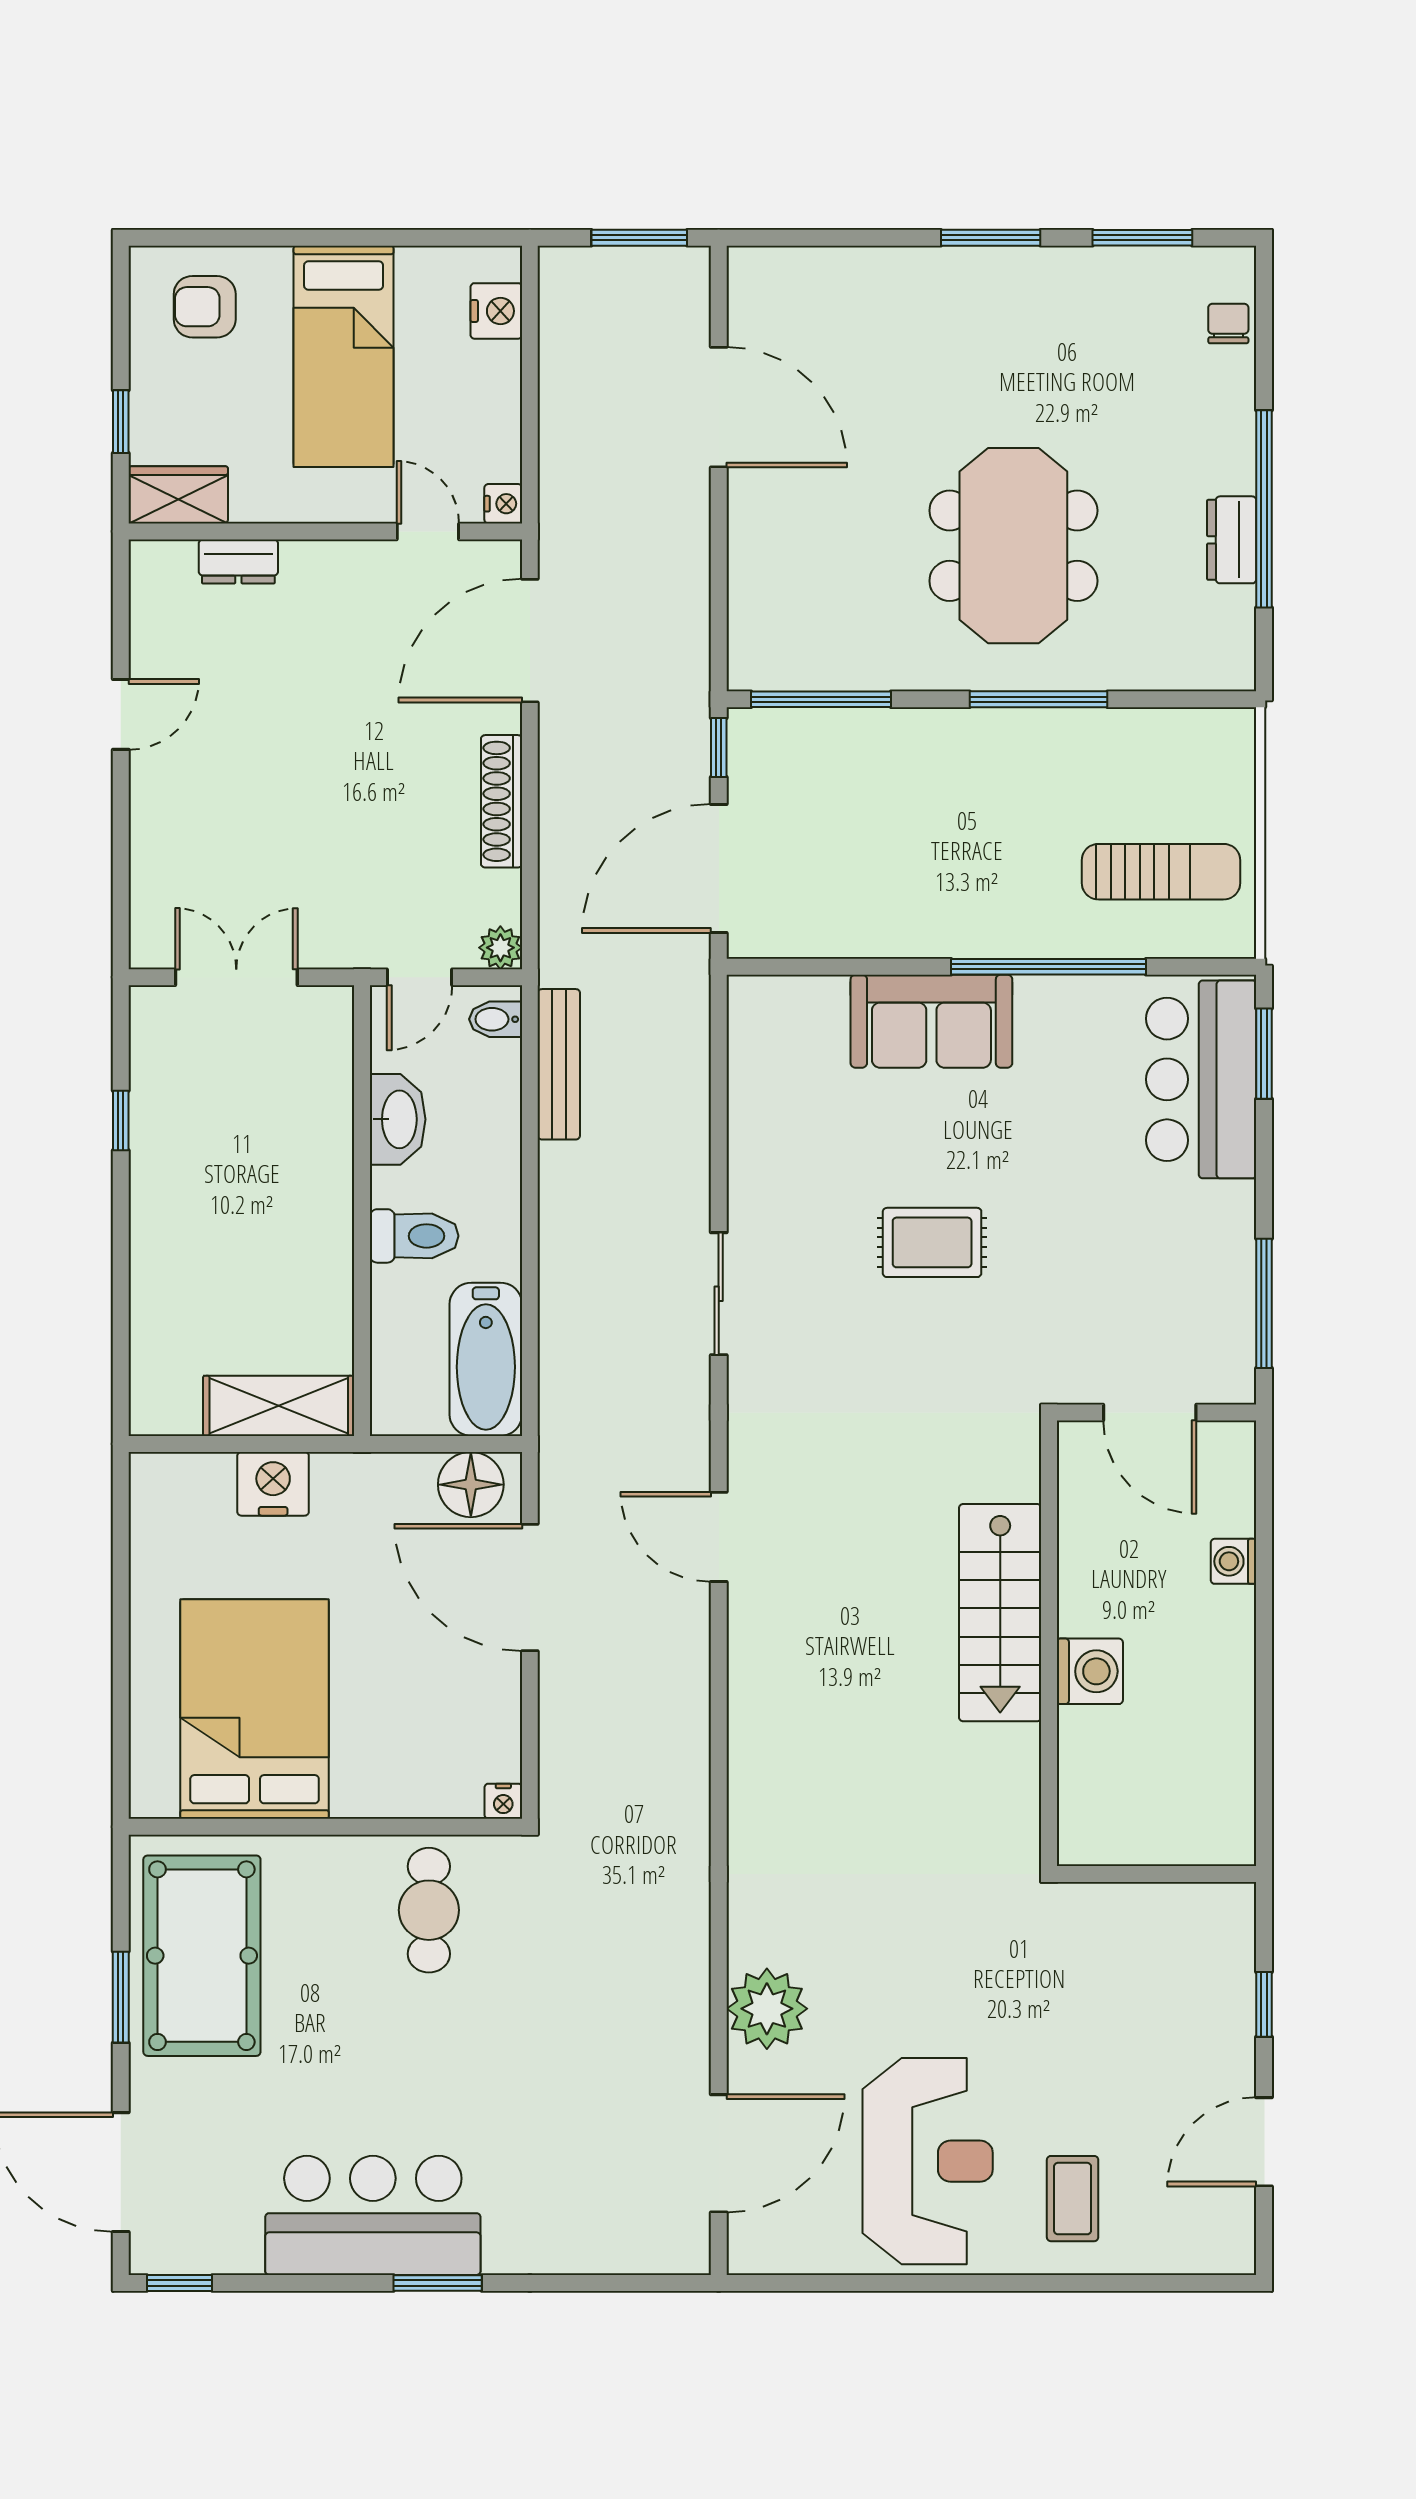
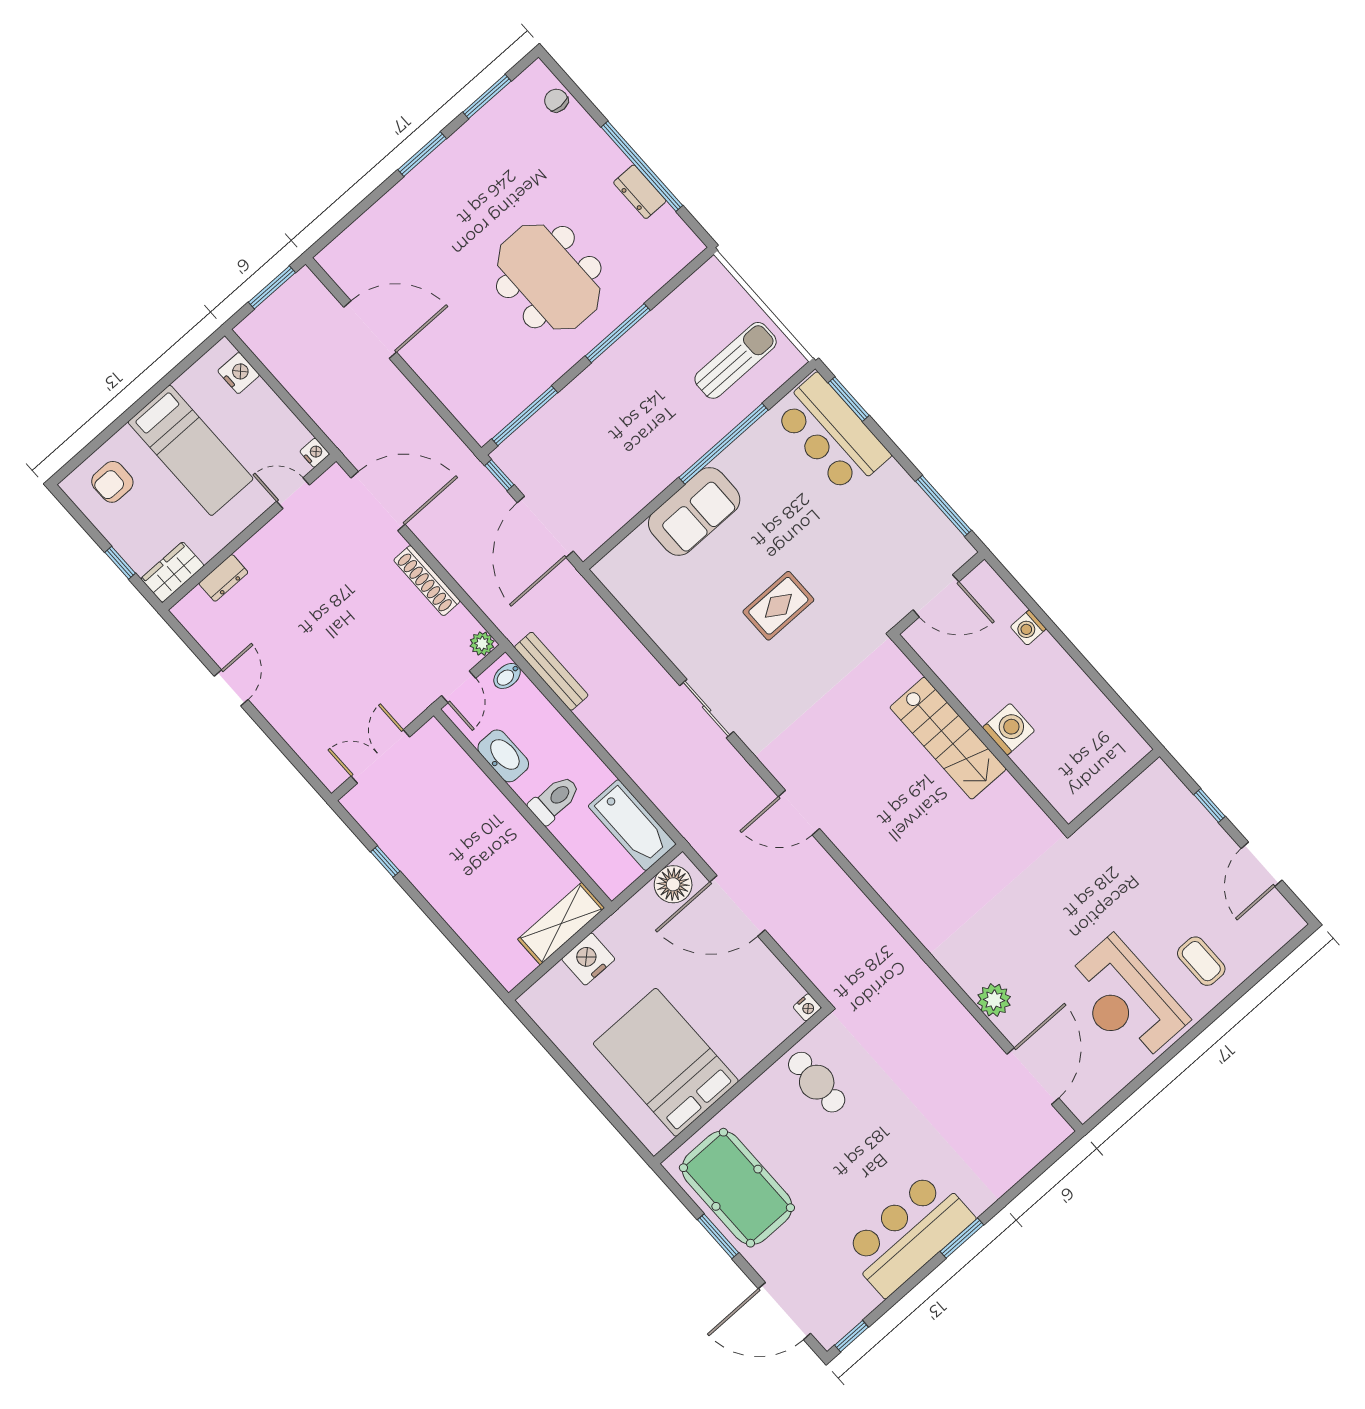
door: (530, 641) -> (378, 501), swing flipped
plant: (767, 2009) -> (994, 1000), width x0.73, depth x0.73
reception desk: (928, 2161) -> (1125, 1000), turned 180

